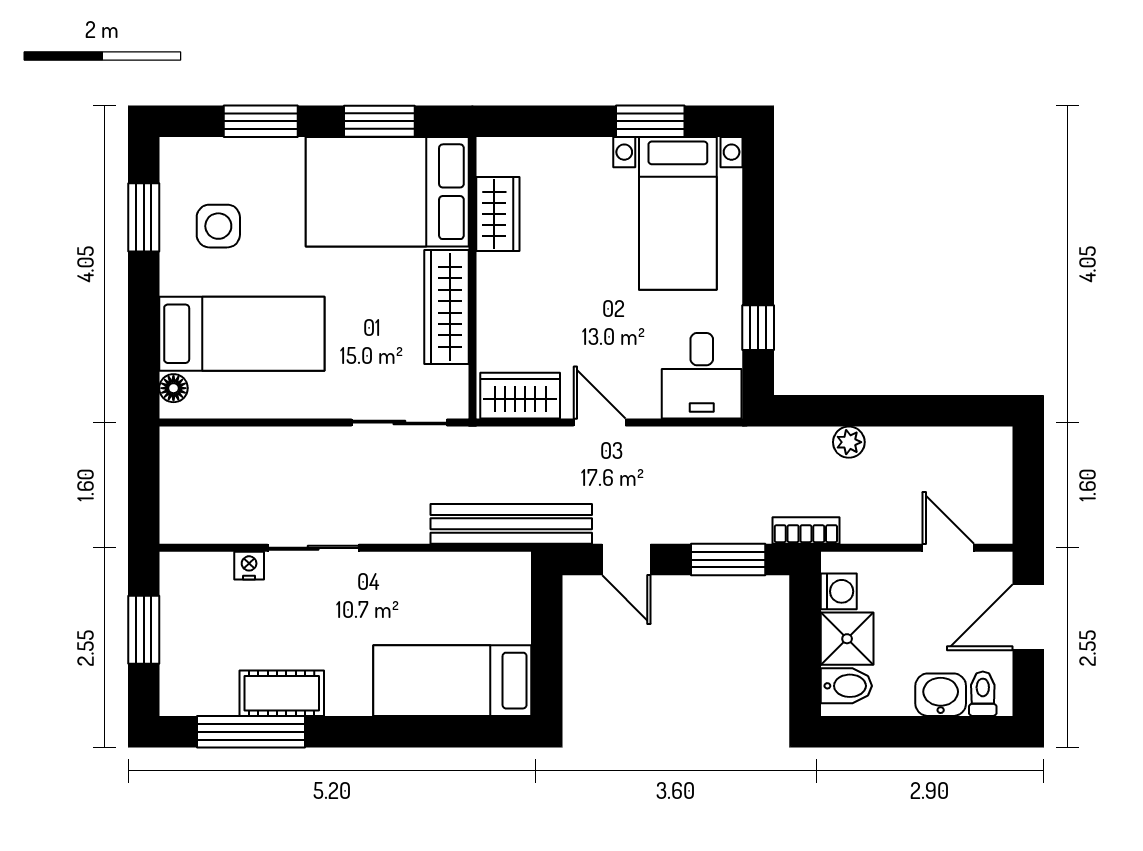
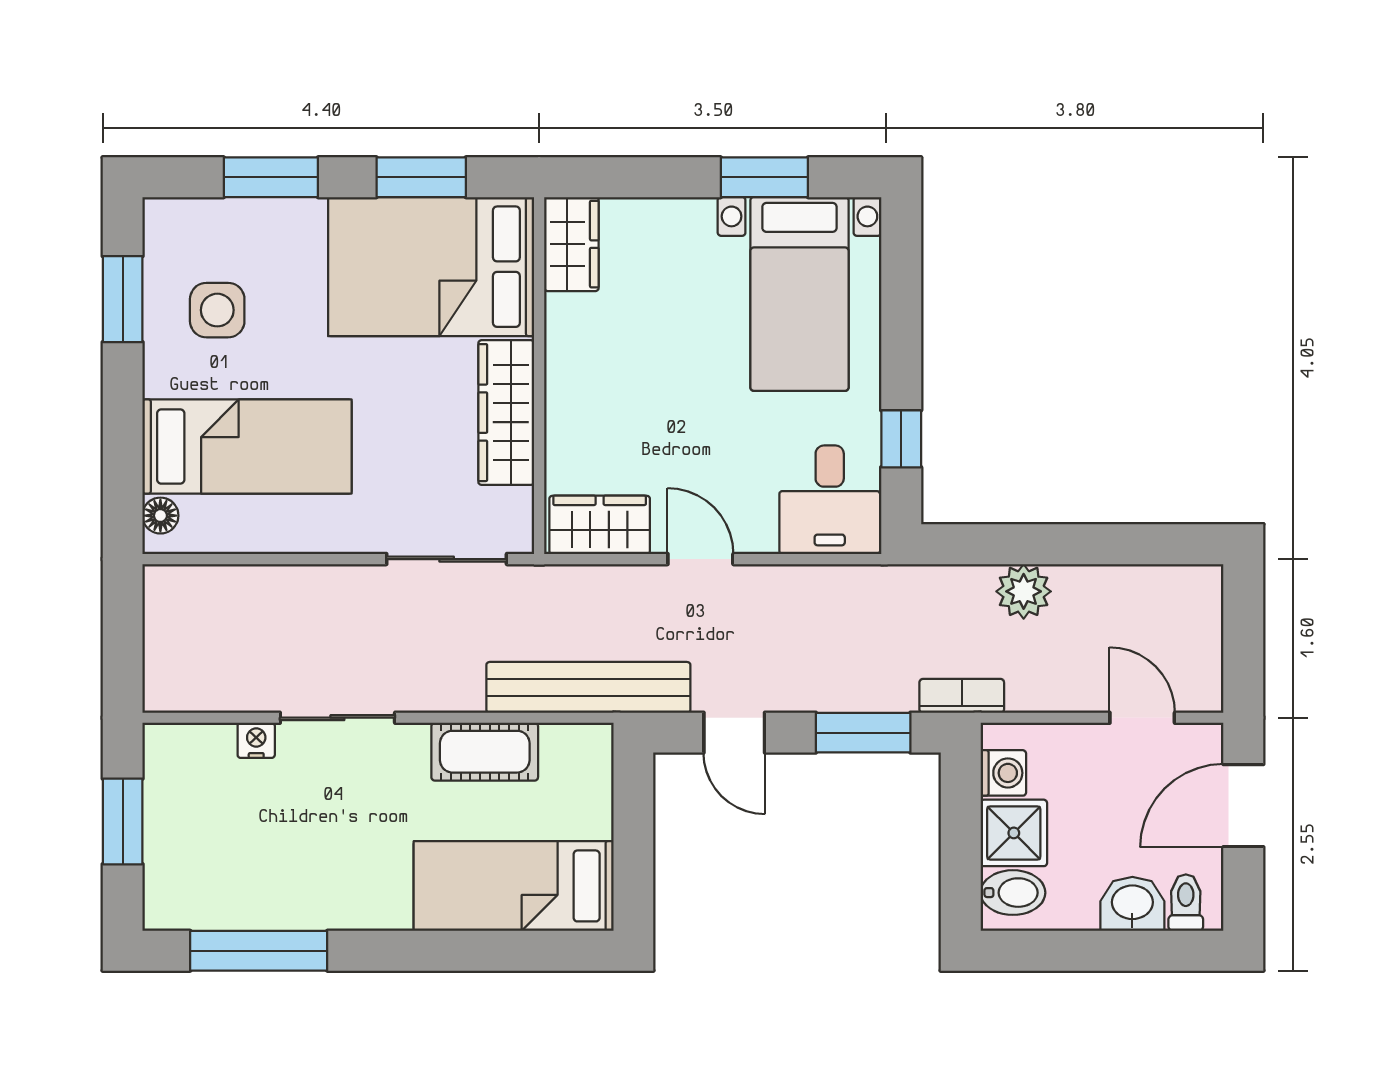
wardrobe: (498, 214) -> (571, 244), moved
plant: (849, 442) -> (1024, 591), width x1.38, depth x1.38
cot: (282, 693) -> (485, 752), moved

